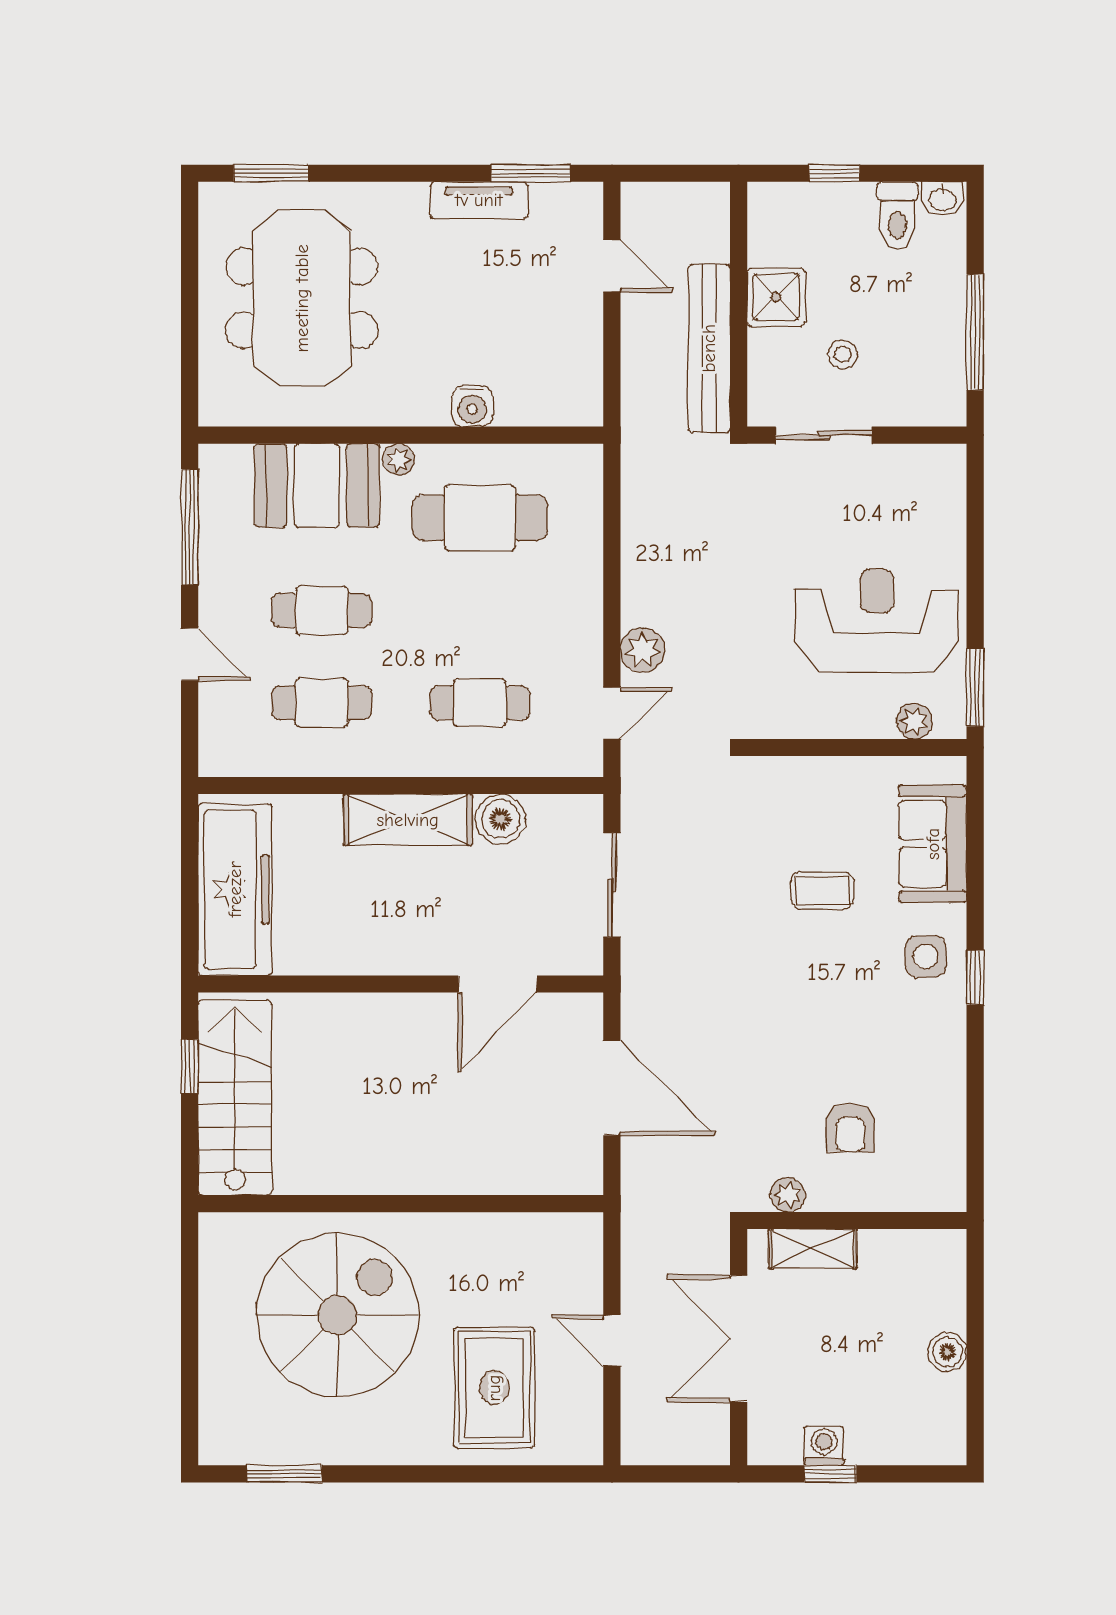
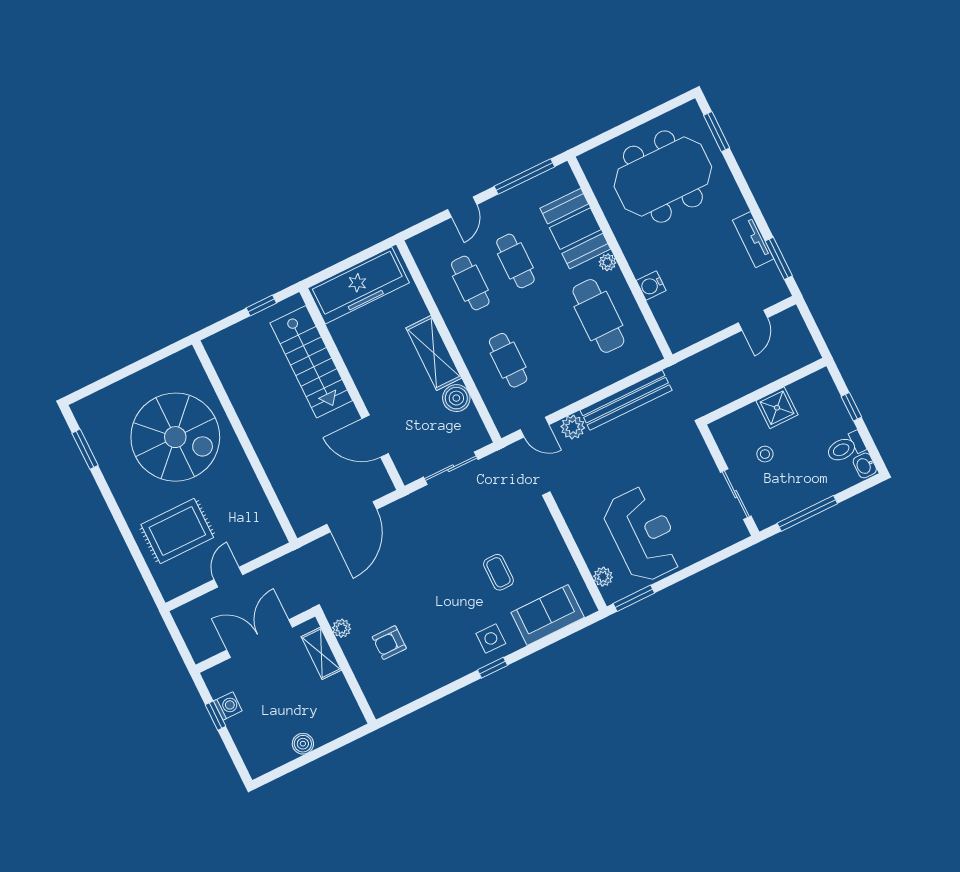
bench: (709, 348) -> (626, 400), moved
sliding door: (824, 435) -> (736, 494), moved
stairs: (235, 1098) -> (311, 362), moved, turned 90

